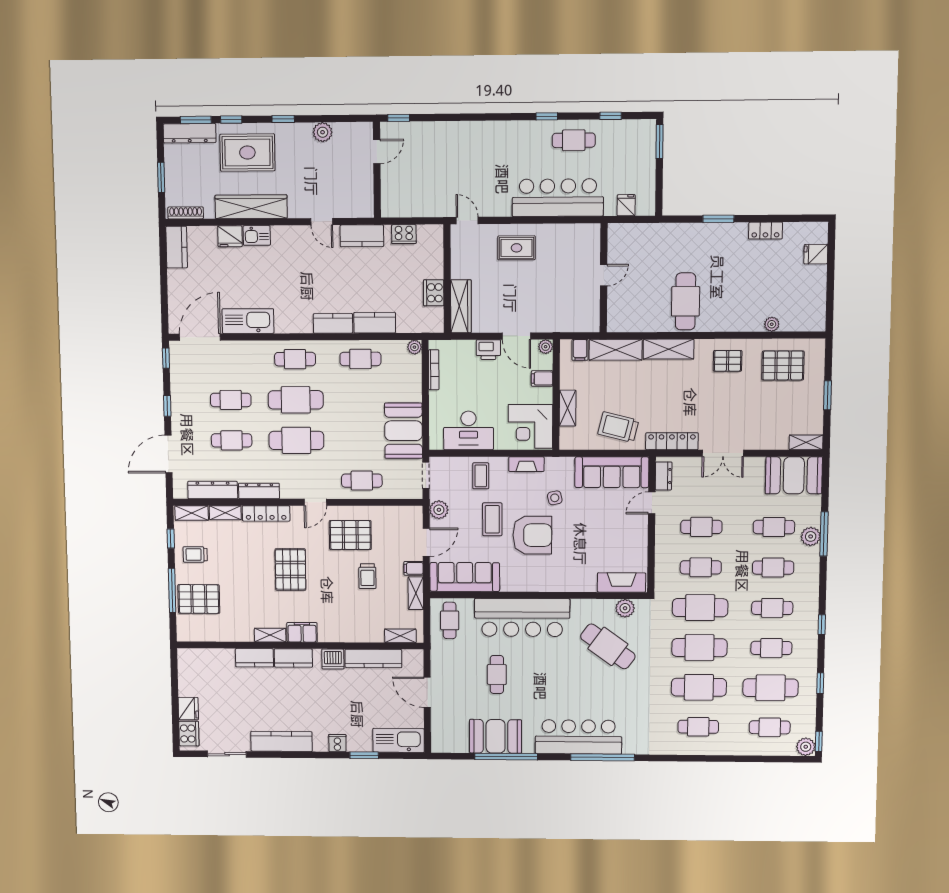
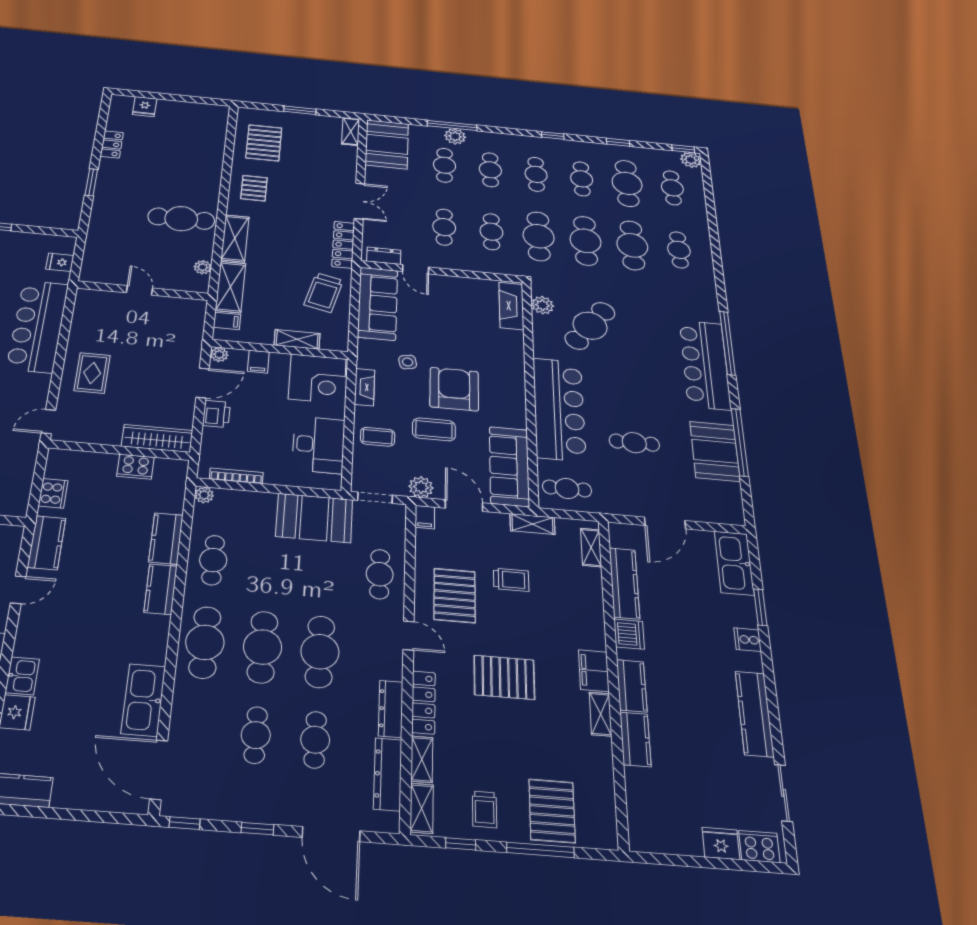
plant: (772, 324) -> (203, 267), moved
cafe table: (295, 359) -> (205, 642), width x1.37, depth x1.35
filing cabinet: (414, 568) -> (425, 517), moved

